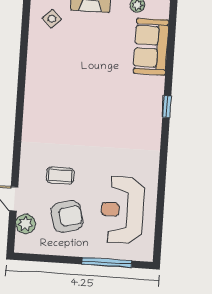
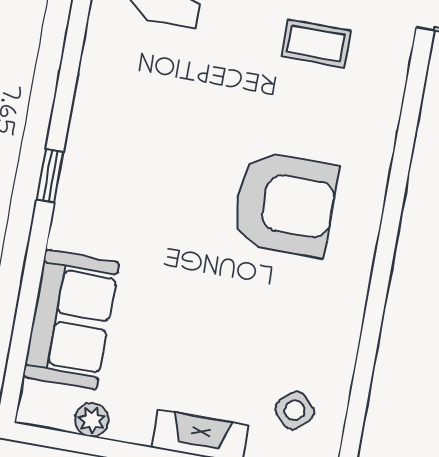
armchair: (66, 106) -> (285, 204), added

